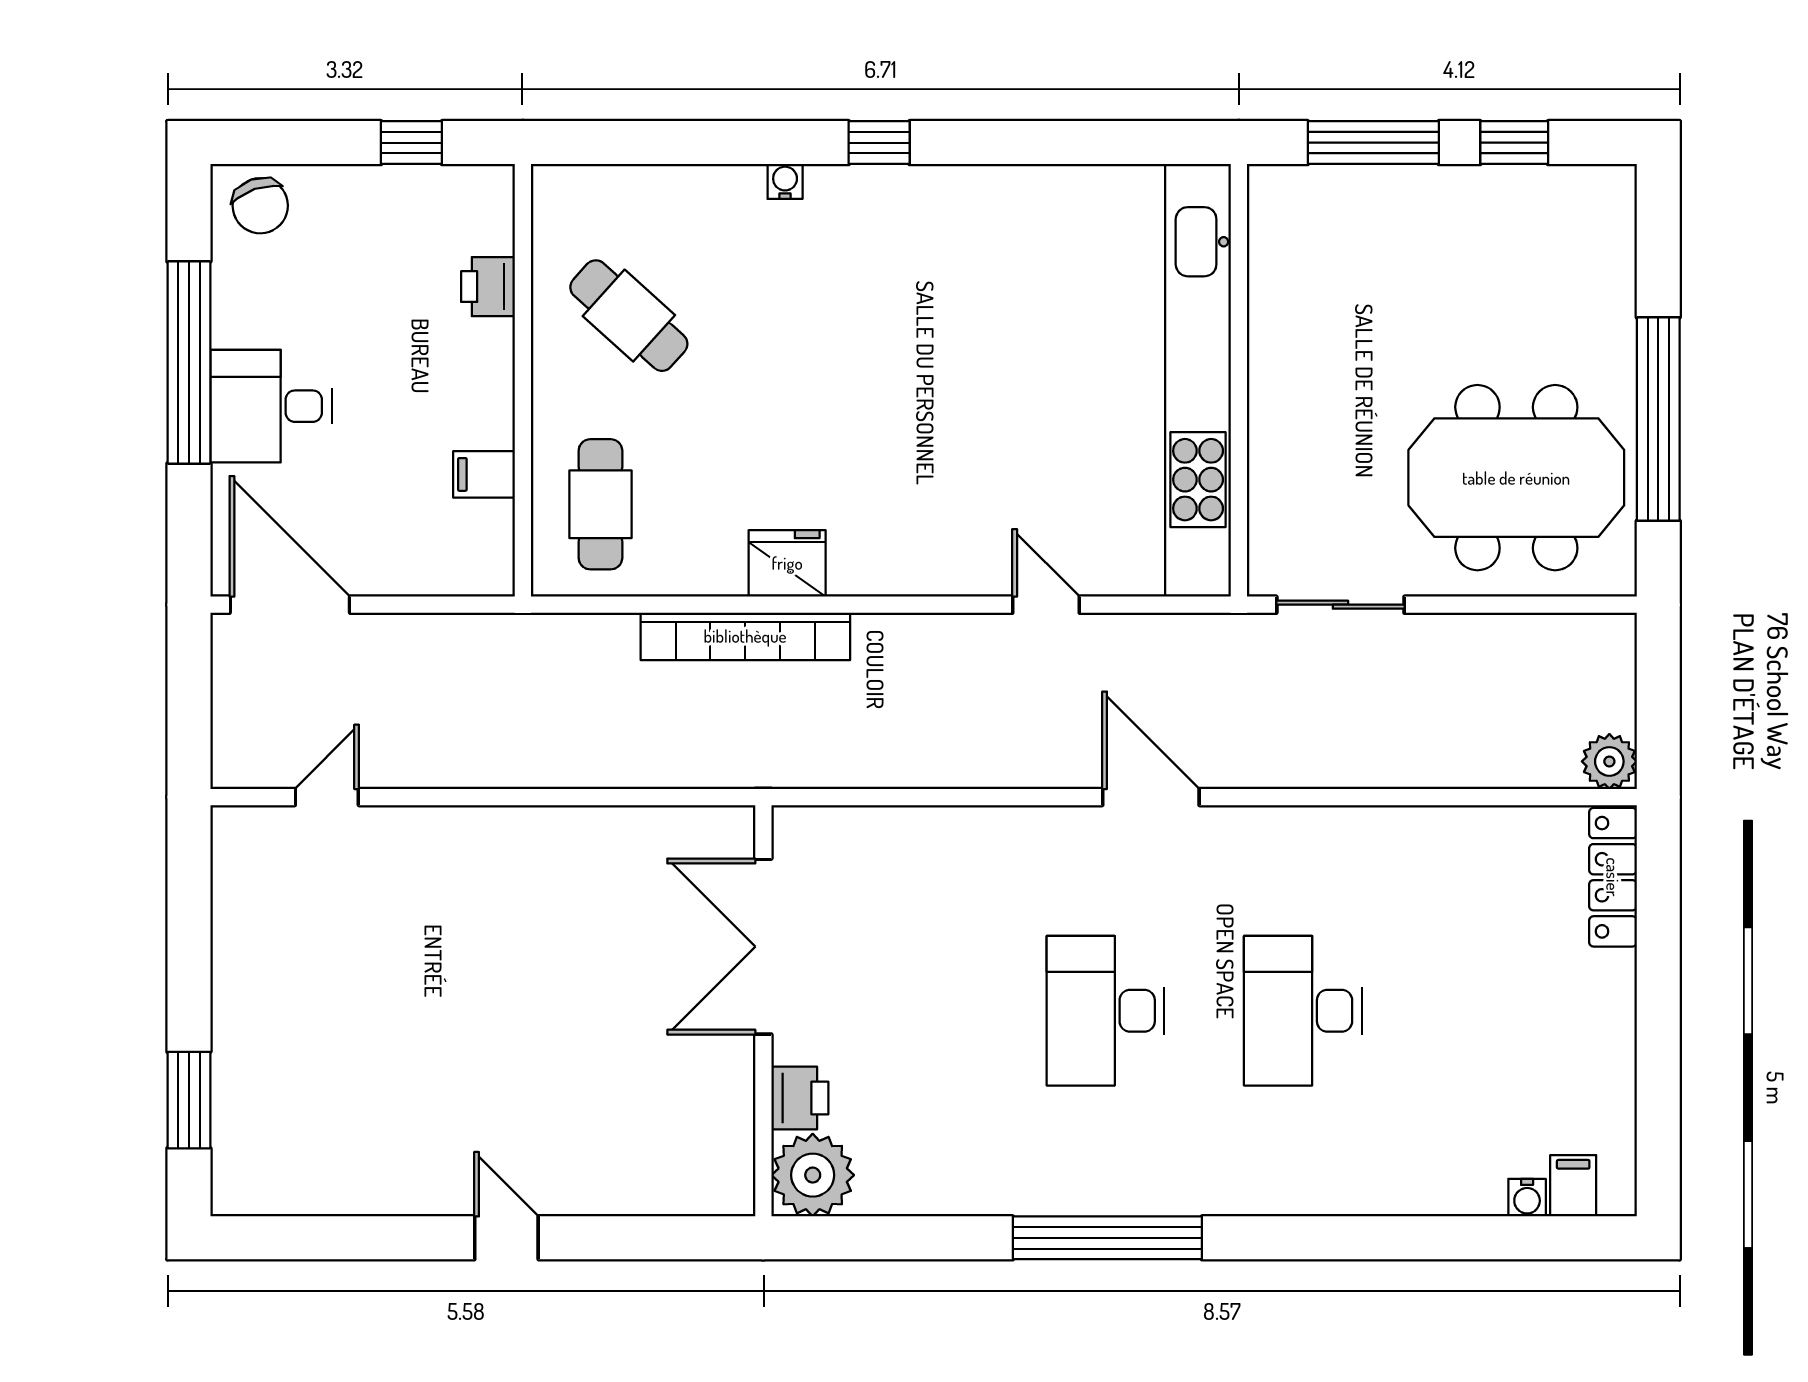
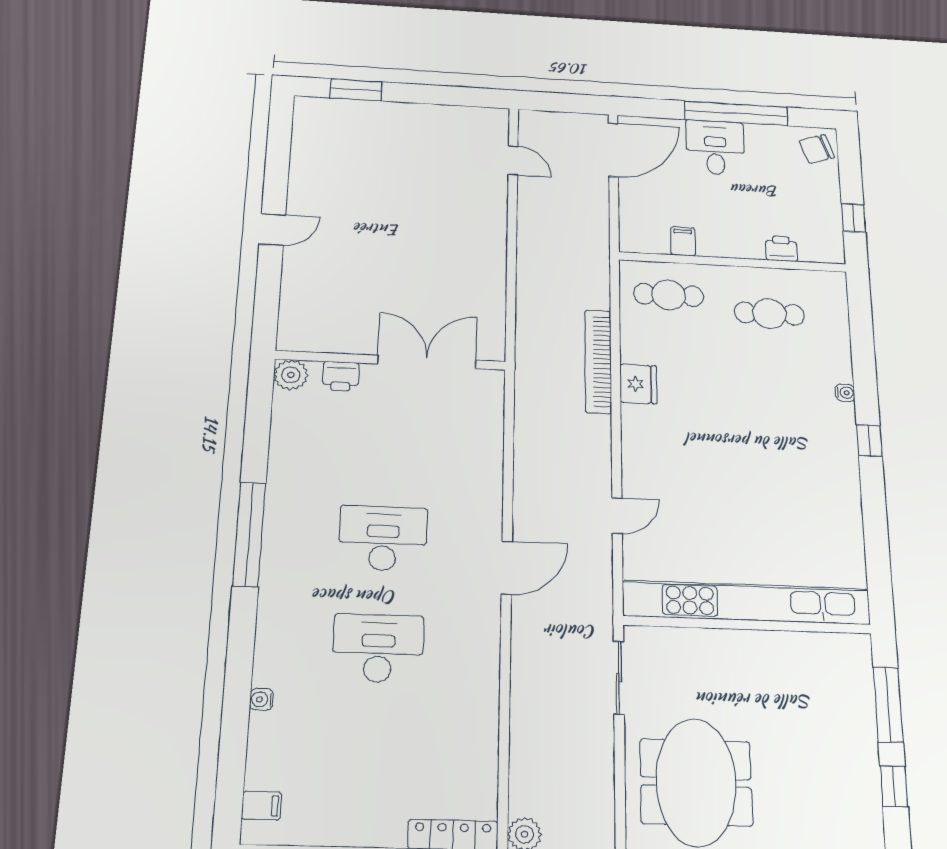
cafe table: (629, 316) -> (769, 314), turned 48
plant: (813, 1175) -> (291, 375), width x0.73, depth x0.73
water cooler: (1527, 1198) -> (261, 699), moved

